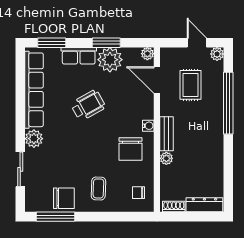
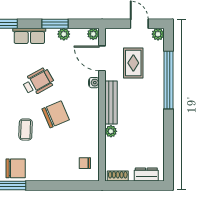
plant: (110, 60) -> (64, 34), width x0.53, depth x0.53
water cooler: (148, 126) -> (94, 83), moved
bench: (167, 134) -> (111, 103), width x1.36
chair: (130, 149) -> (56, 114), moved, turned -113
coffee table: (98, 188) -> (26, 130), moved
dresser: (204, 205) -> (146, 174), width x0.70

